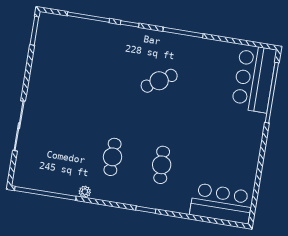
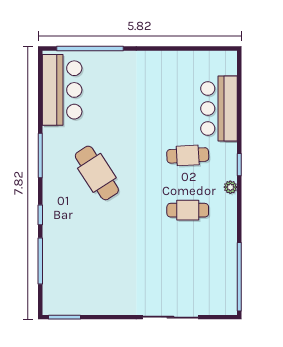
bar counter: (254, 79) -> (62, 90), moved, turned -90
cafe table: (159, 81) -> (97, 173), width x1.37, depth x1.35
plant: (85, 192) -> (230, 187), moved
bar counter: (221, 203) -> (219, 108), moved

